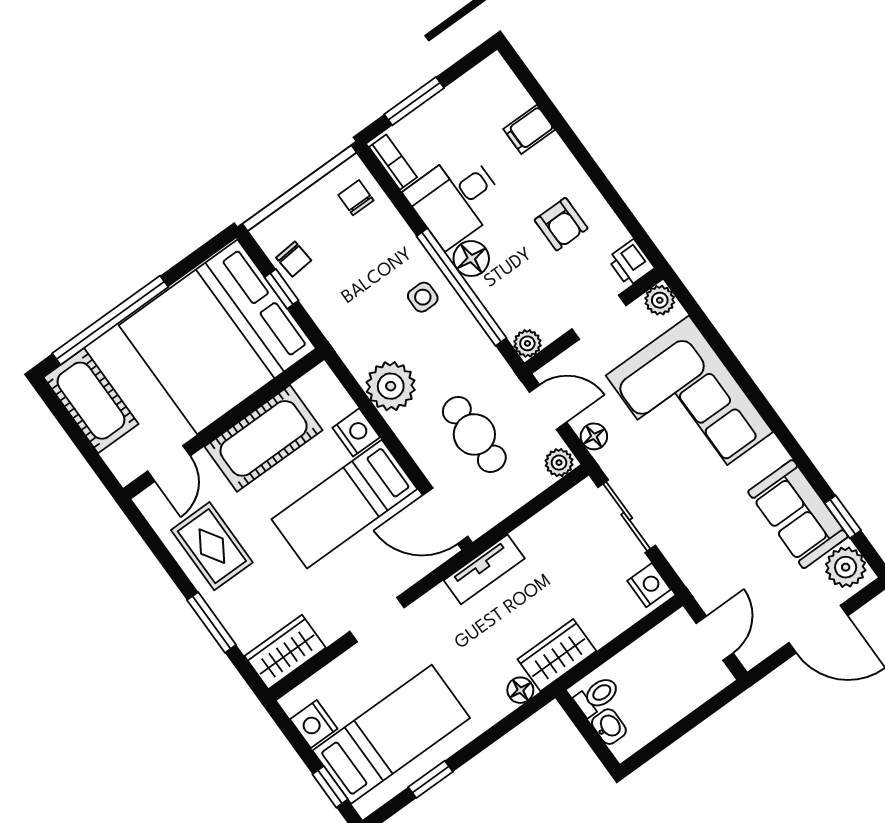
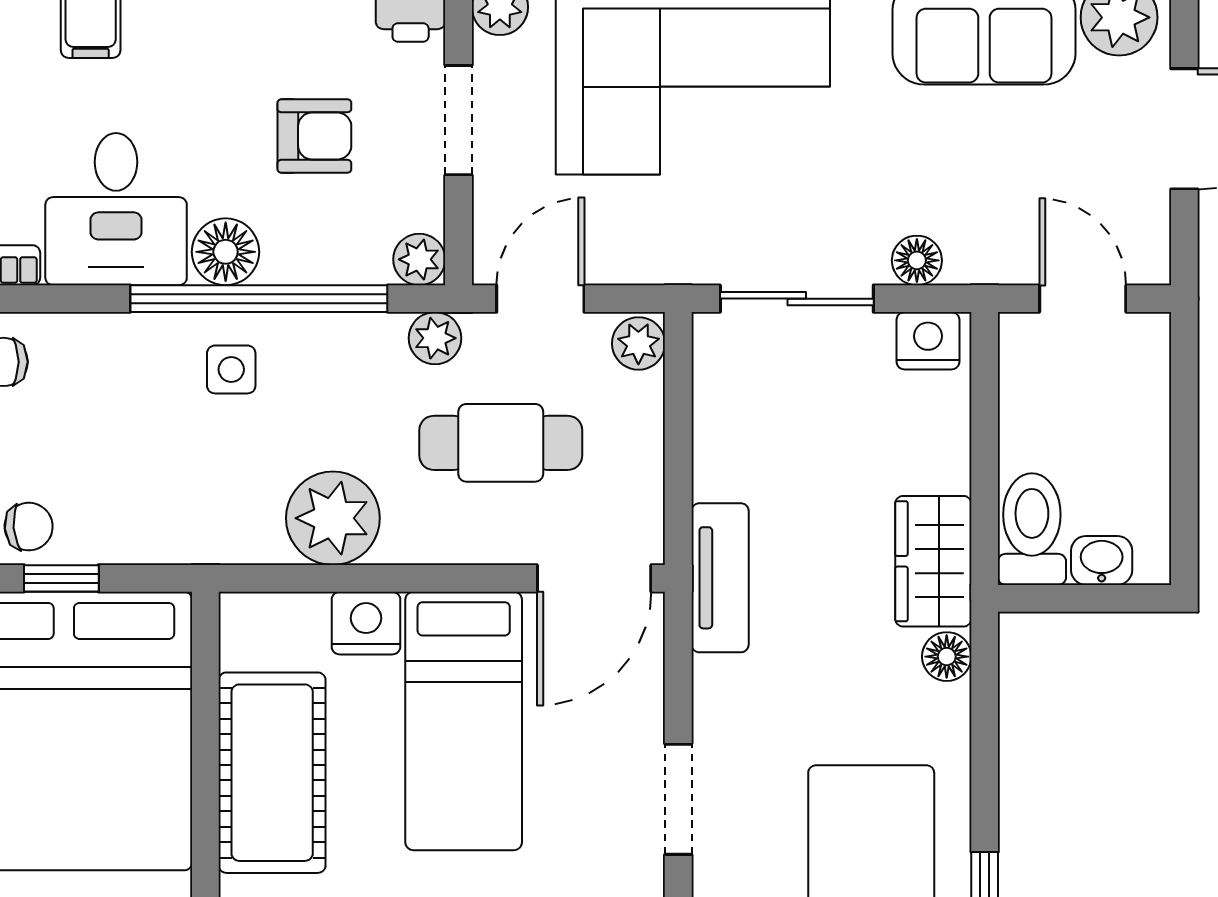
armchair: (561, 224) -> (314, 136), moved
plant: (499, 374) -> (435, 338), added
floor lamp: (594, 436) -> (917, 260), moved
toilet: (597, 696) -> (1032, 529), width x1.37, depth x1.39

